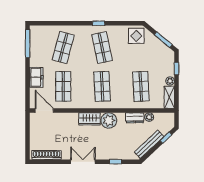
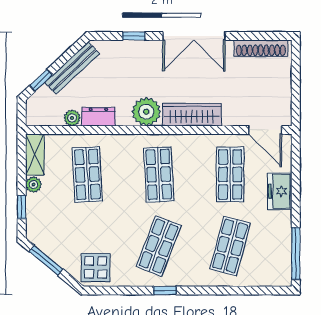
shop shelf: (102, 47) -> (159, 246), turned 33
wardrobe: (89, 119) -> (192, 115), width x1.50
double door: (83, 162) -> (194, 36), width x1.37

